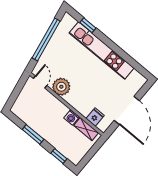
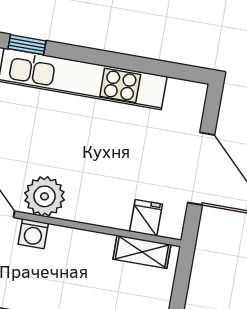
washing machine: (72, 117) -> (33, 234), moved

